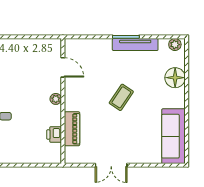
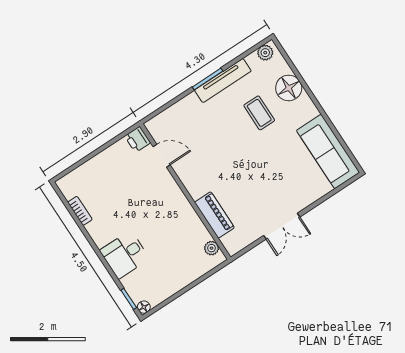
coffee table: (121, 97) -> (259, 113), moved, turned -34
plant: (56, 99) -> (211, 248), moved
printer: (54, 134) -> (138, 139), moved

